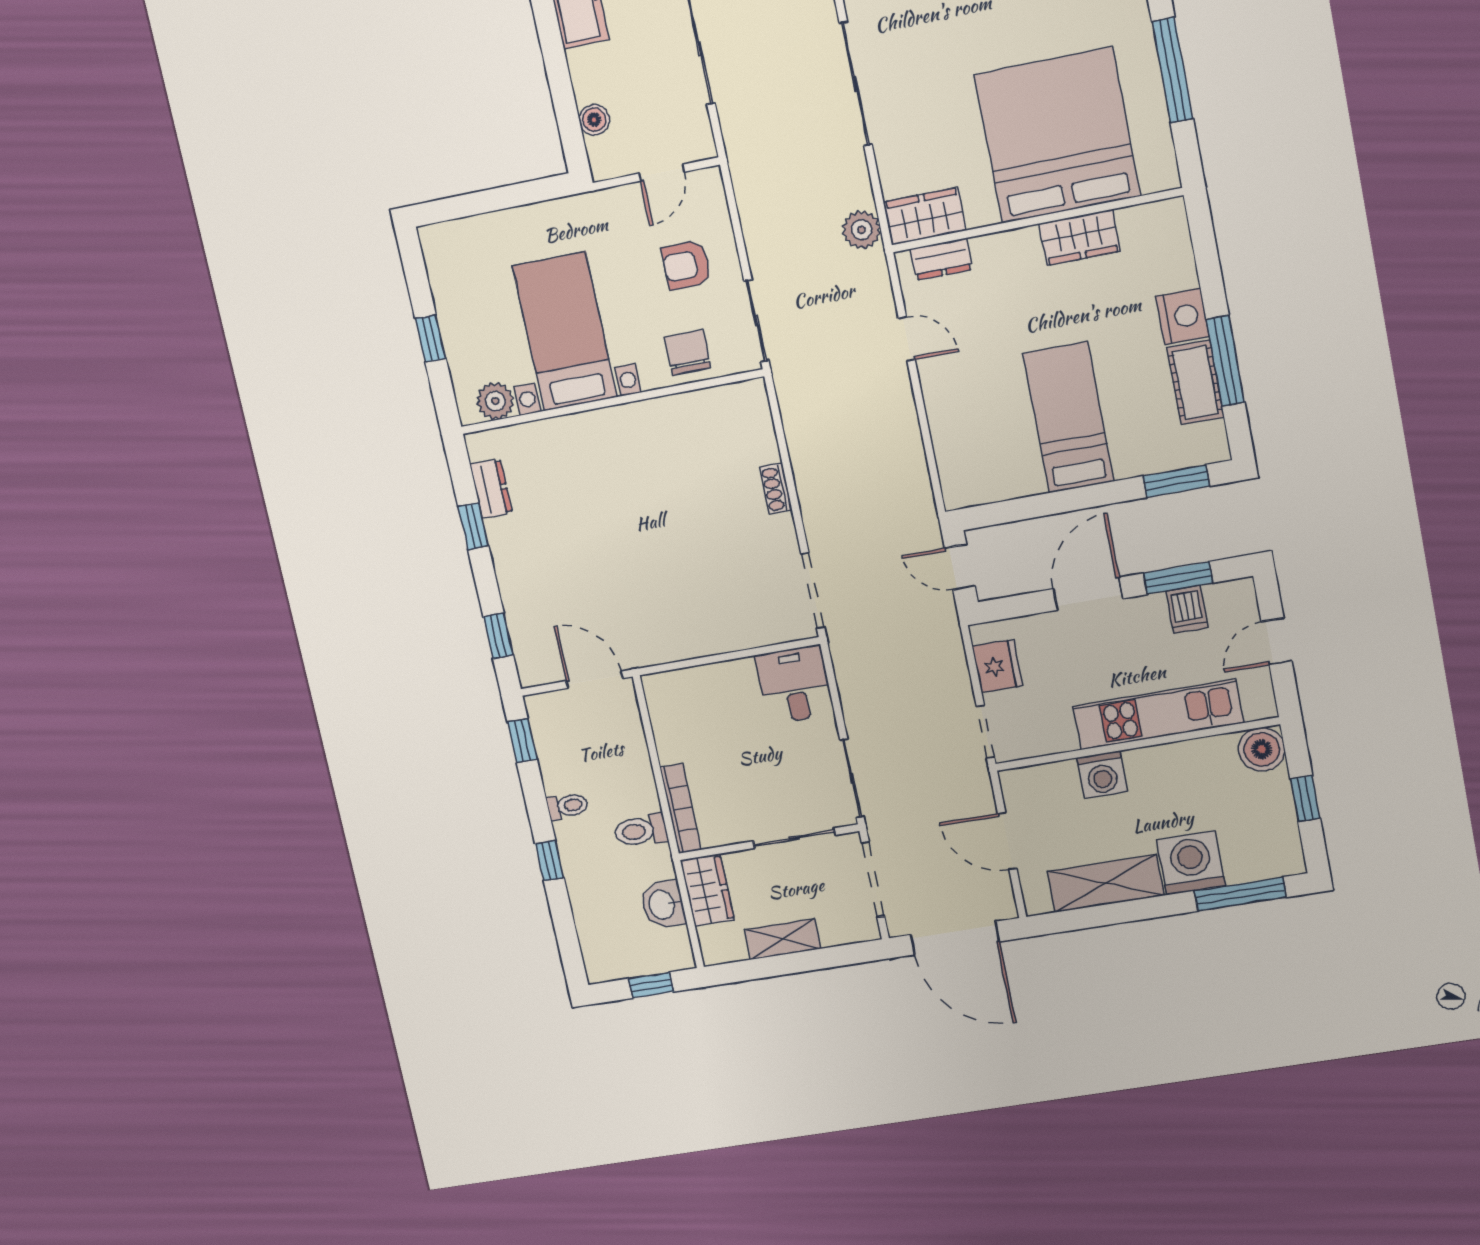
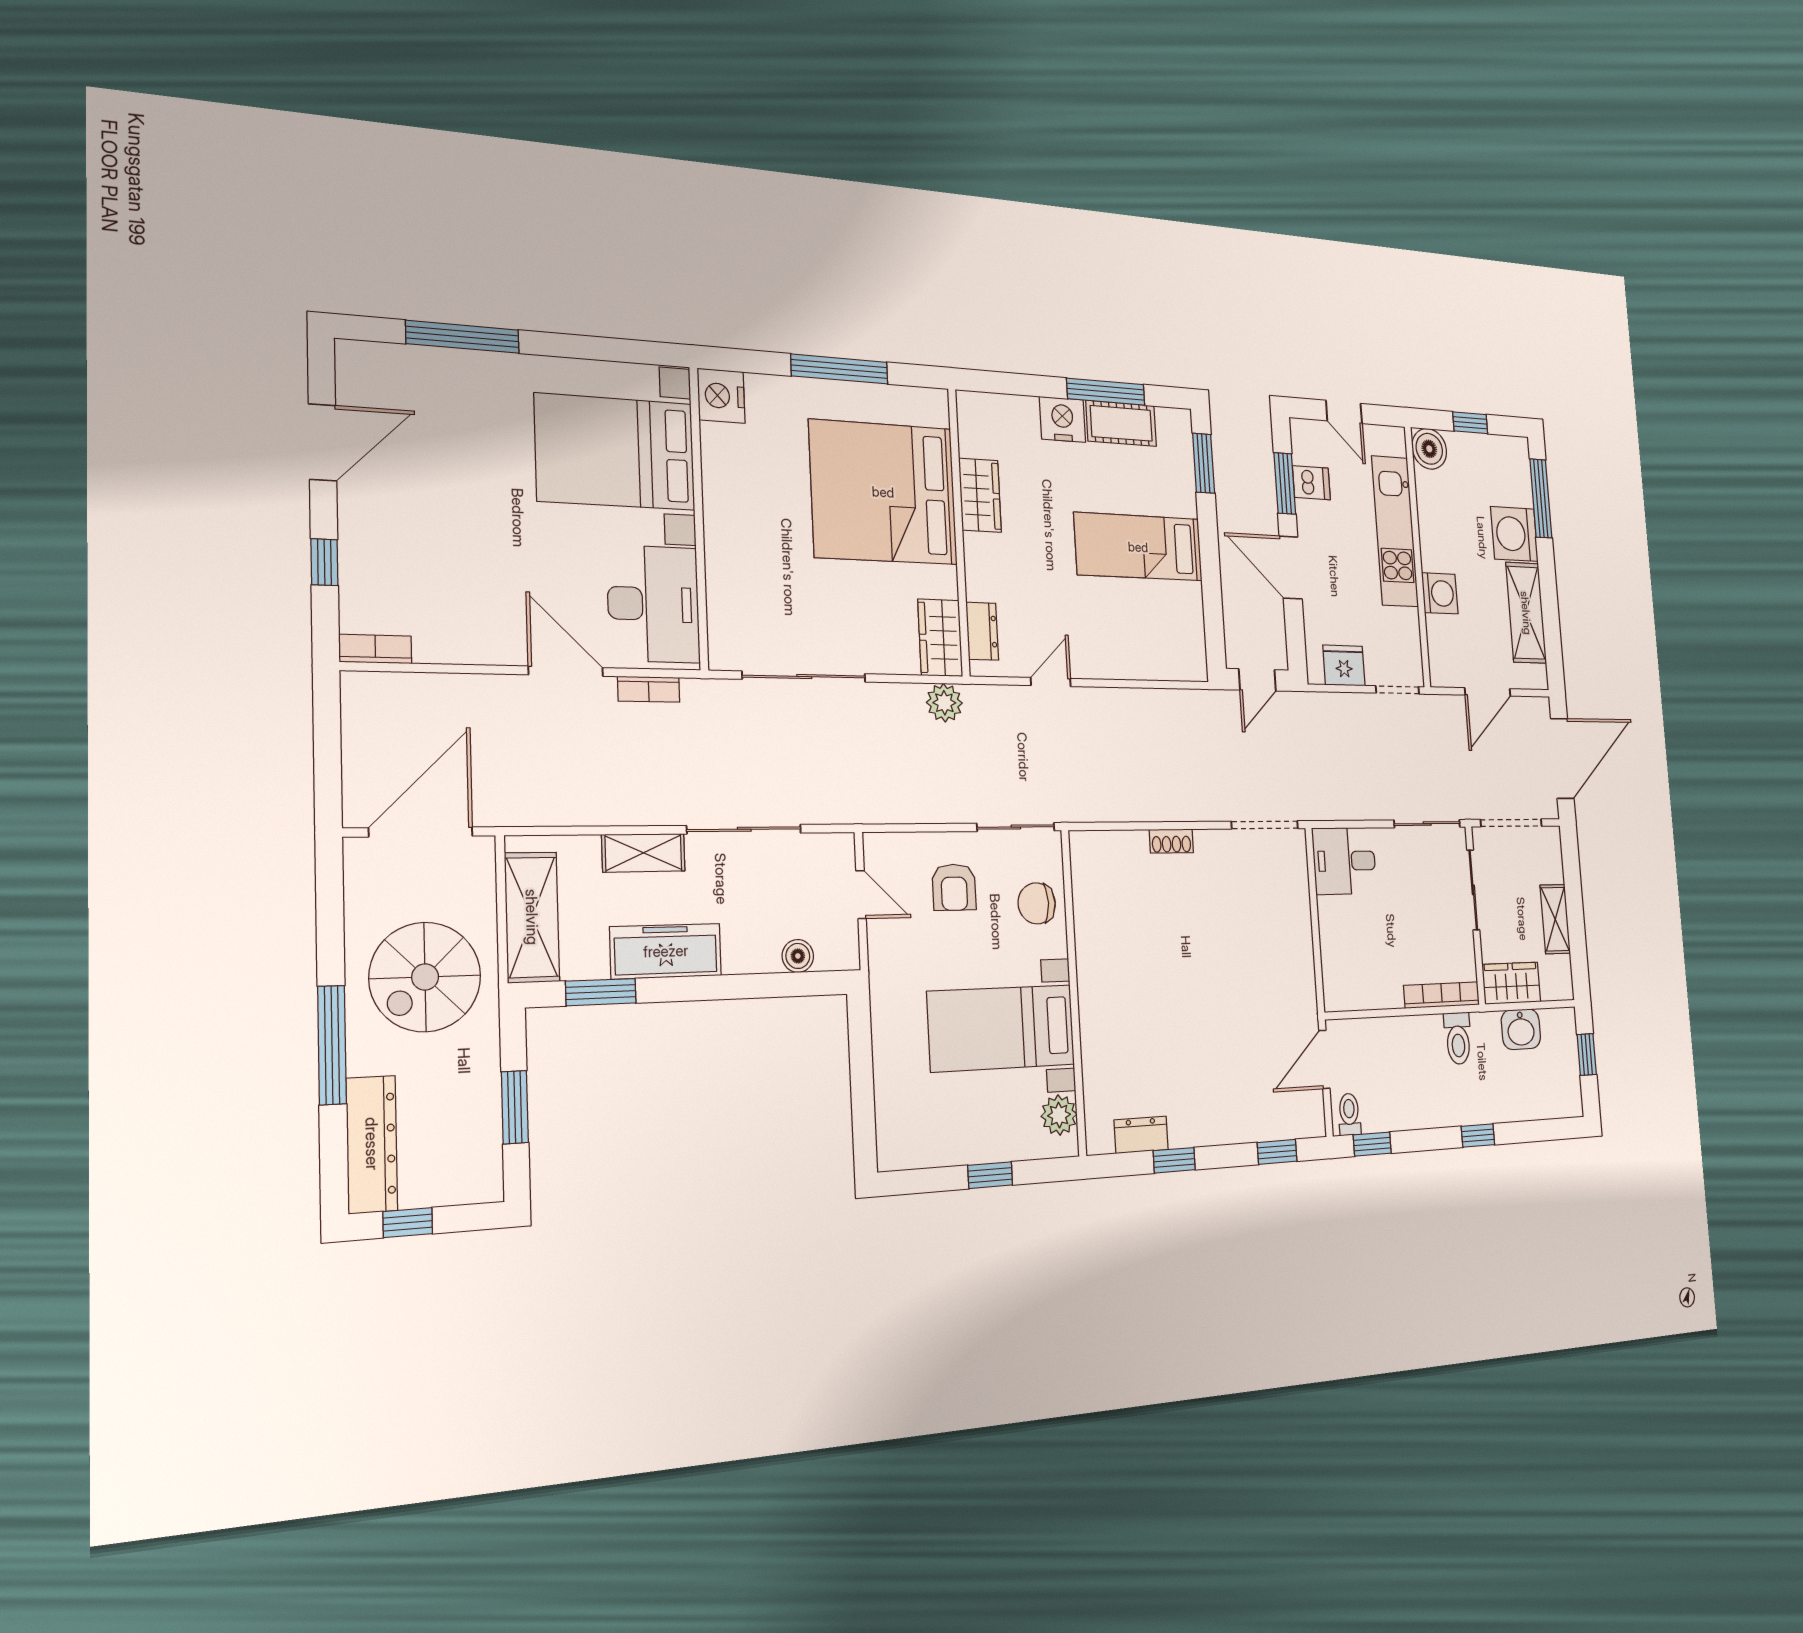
toilet: (567, 806) -> (1349, 1114), moved

